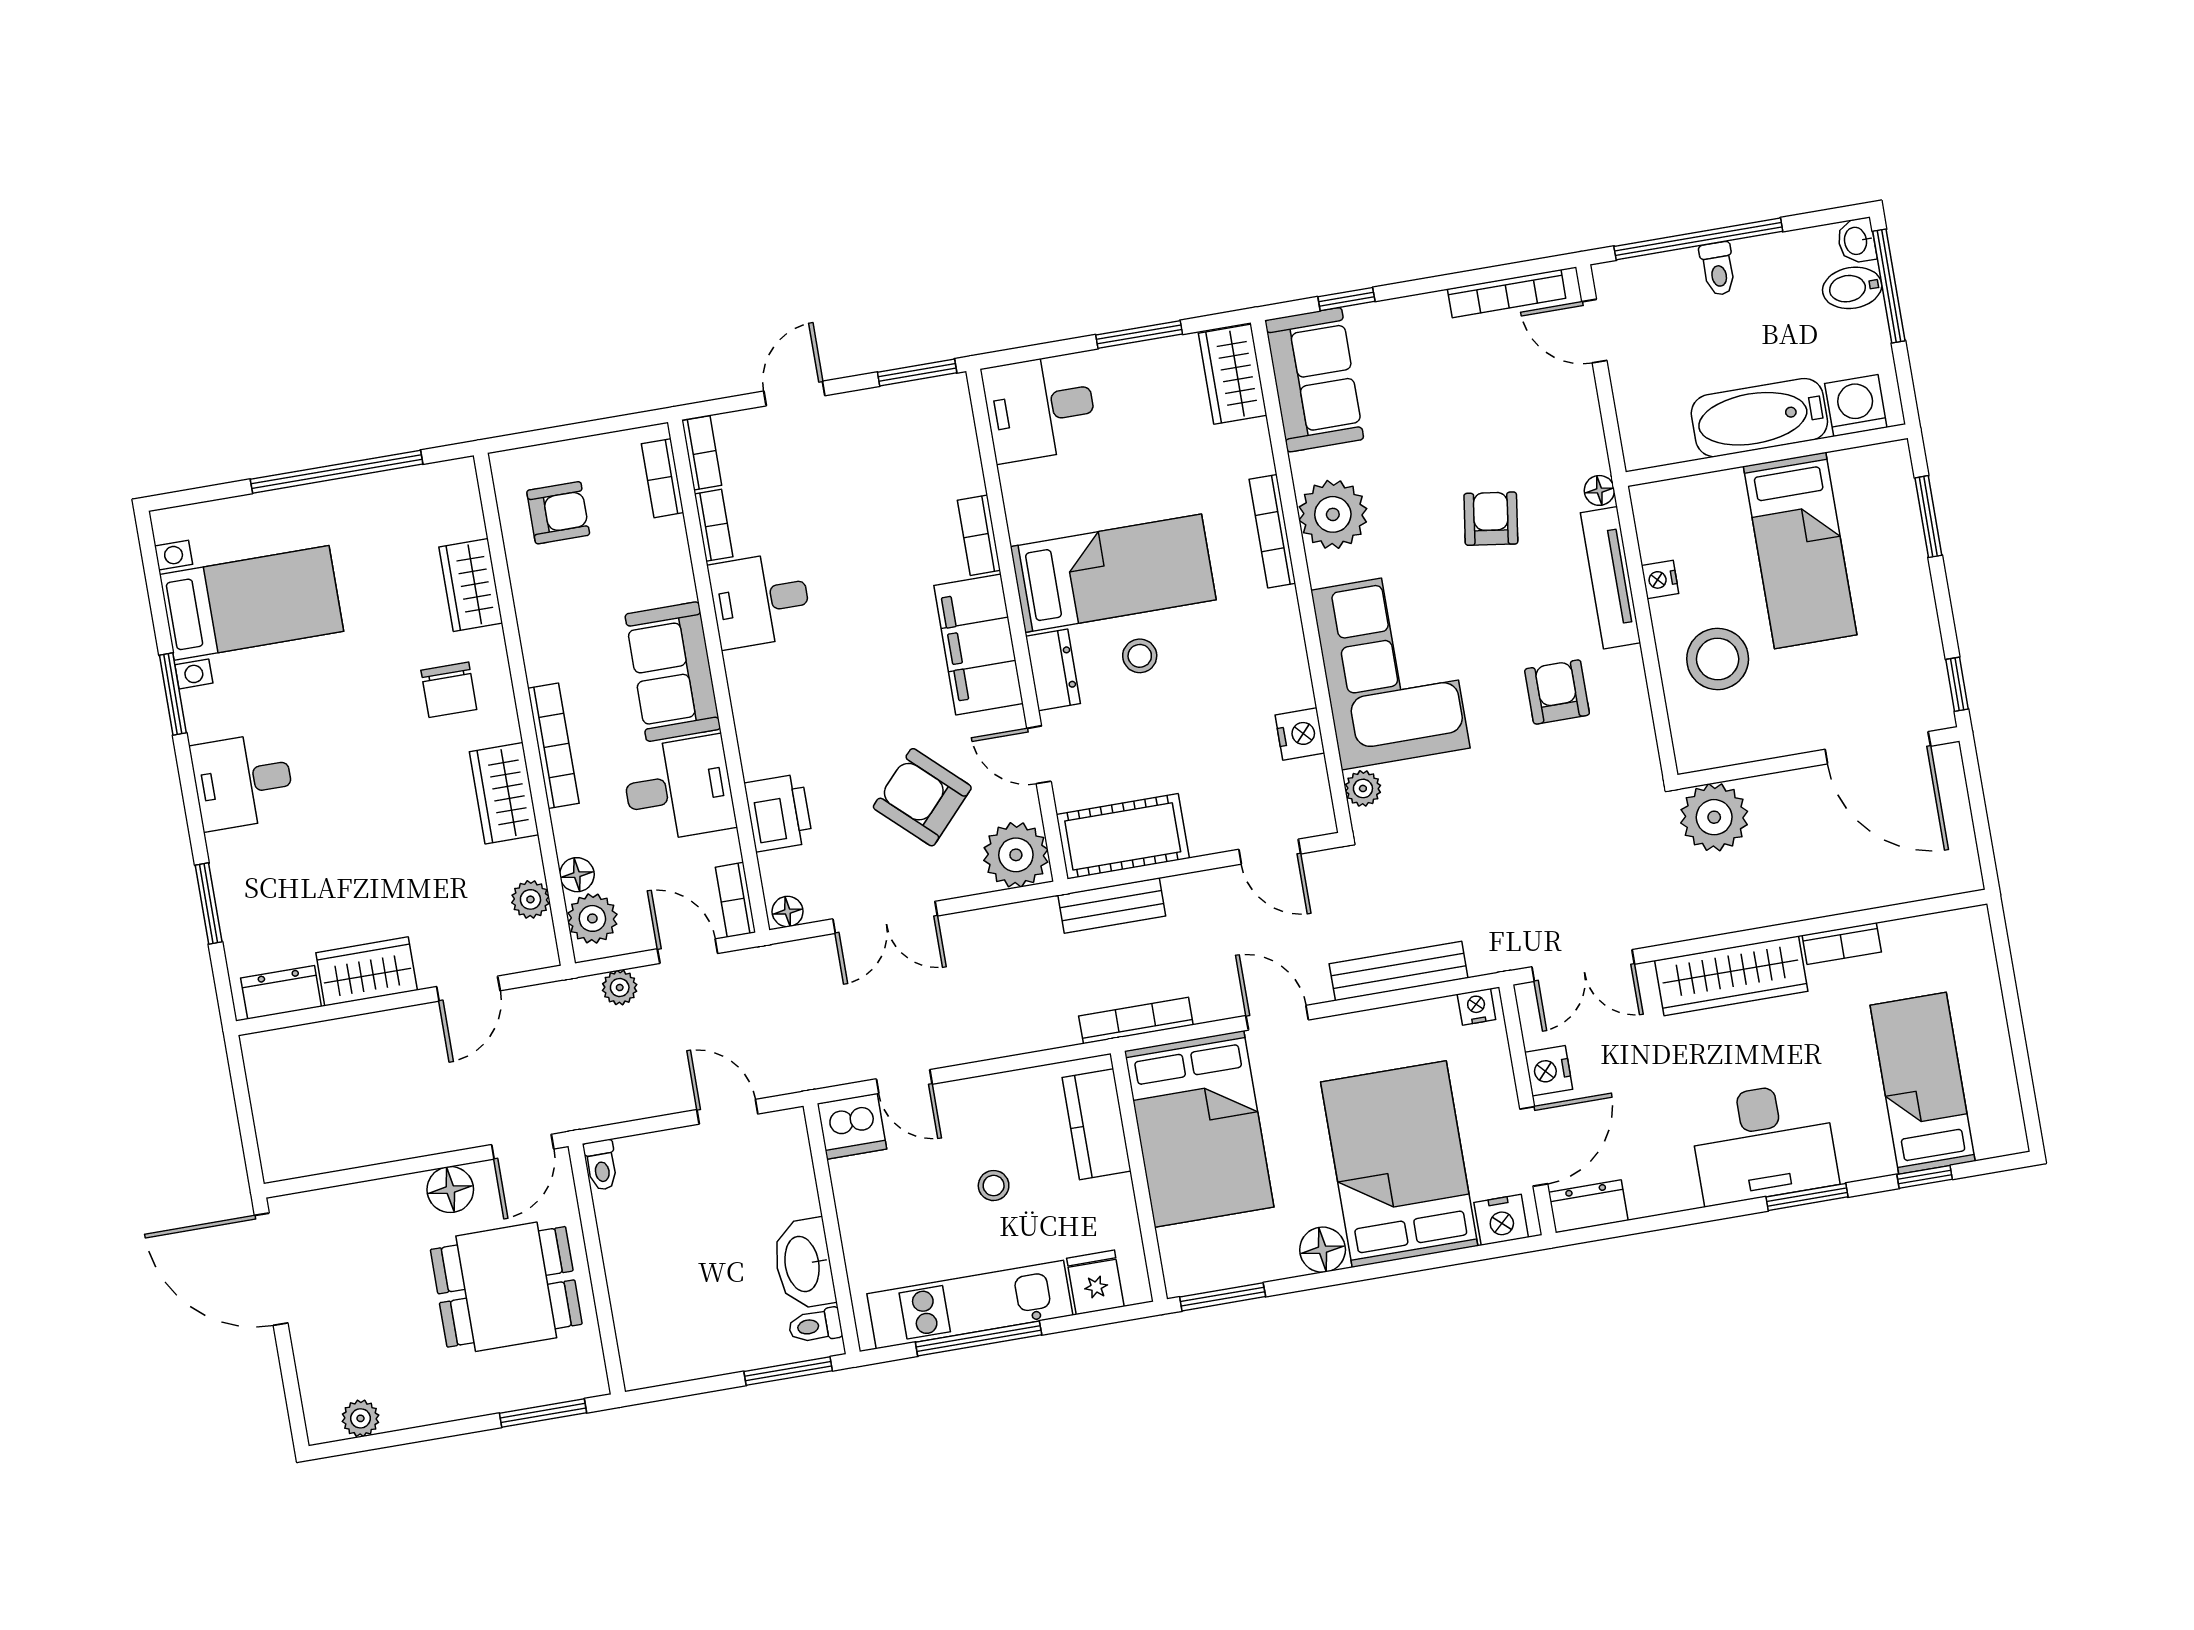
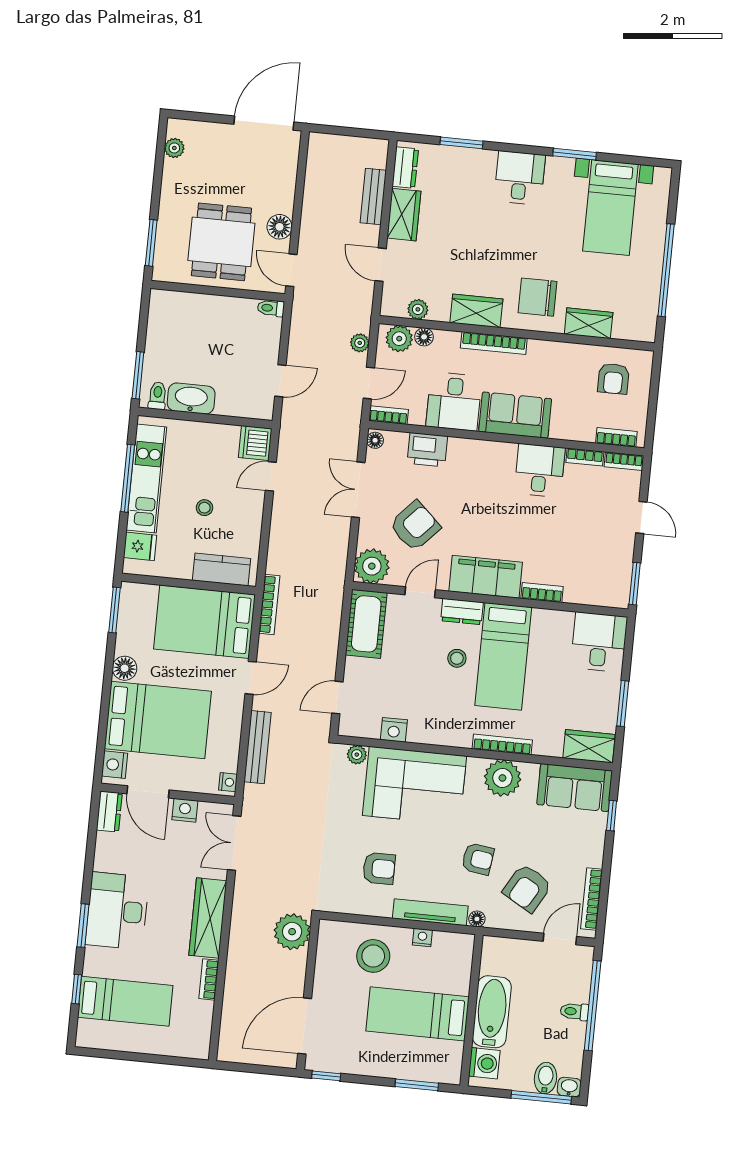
armchair: (1519, 415) -> (527, 888), added
chair: (449, 690) -> (538, 297), width x1.37, depth x1.37
bench: (1112, 905) -> (373, 197), moved

